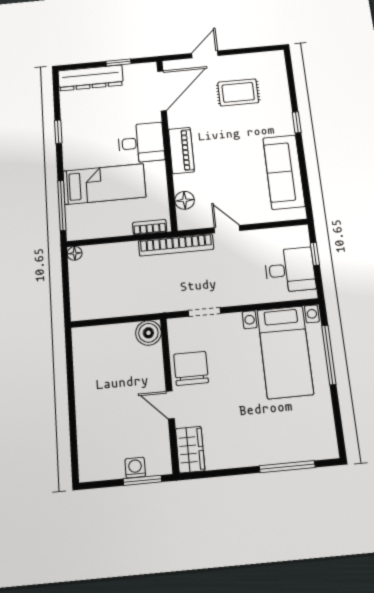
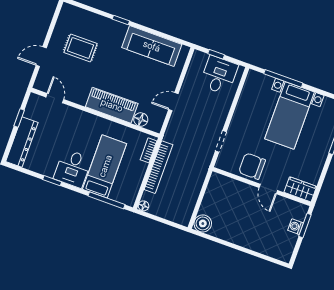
door: (205, 54) -> (41, 57), hinge flipped
door: (162, 91) -> (55, 98), width x0.53
rug: (238, 92) -> (81, 48), turned 90
desk: (141, 143) -> (73, 168), moved, turned 180
piano: (181, 150) -> (112, 105), width x1.37, depth x1.33
bookcase: (176, 245) -> (158, 167), moved
boiler: (148, 333) -> (203, 223), moved
bed with nightstands: (285, 352) -> (290, 115), moved, turned 90
door: (170, 405) -> (268, 189), hinge flipped

